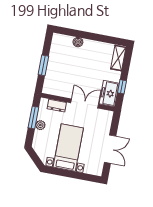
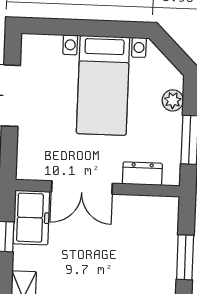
plant: (40, 125) -> (173, 100), moved

